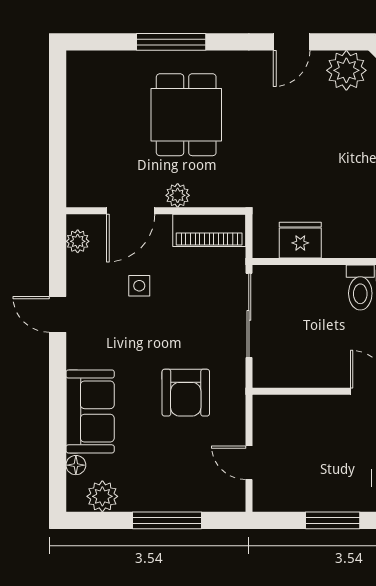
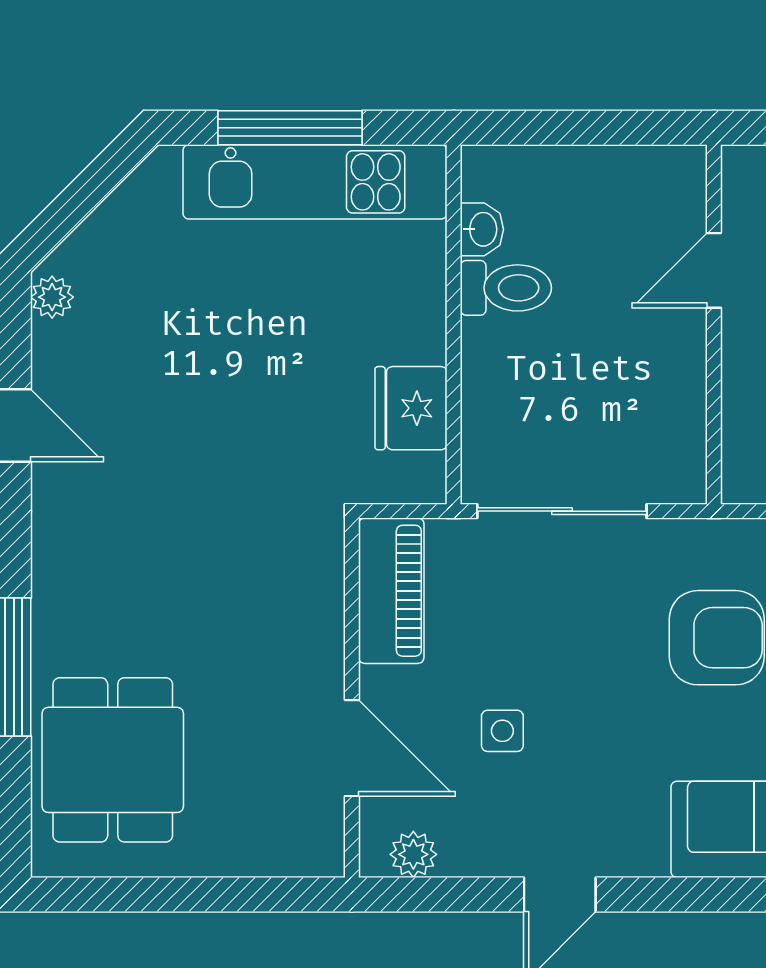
plant: (346, 70) -> (52, 297), width x0.53, depth x0.53
dining table: (186, 115) -> (113, 760), moved, turned 90
plant: (178, 195) -> (321, 654), removed

